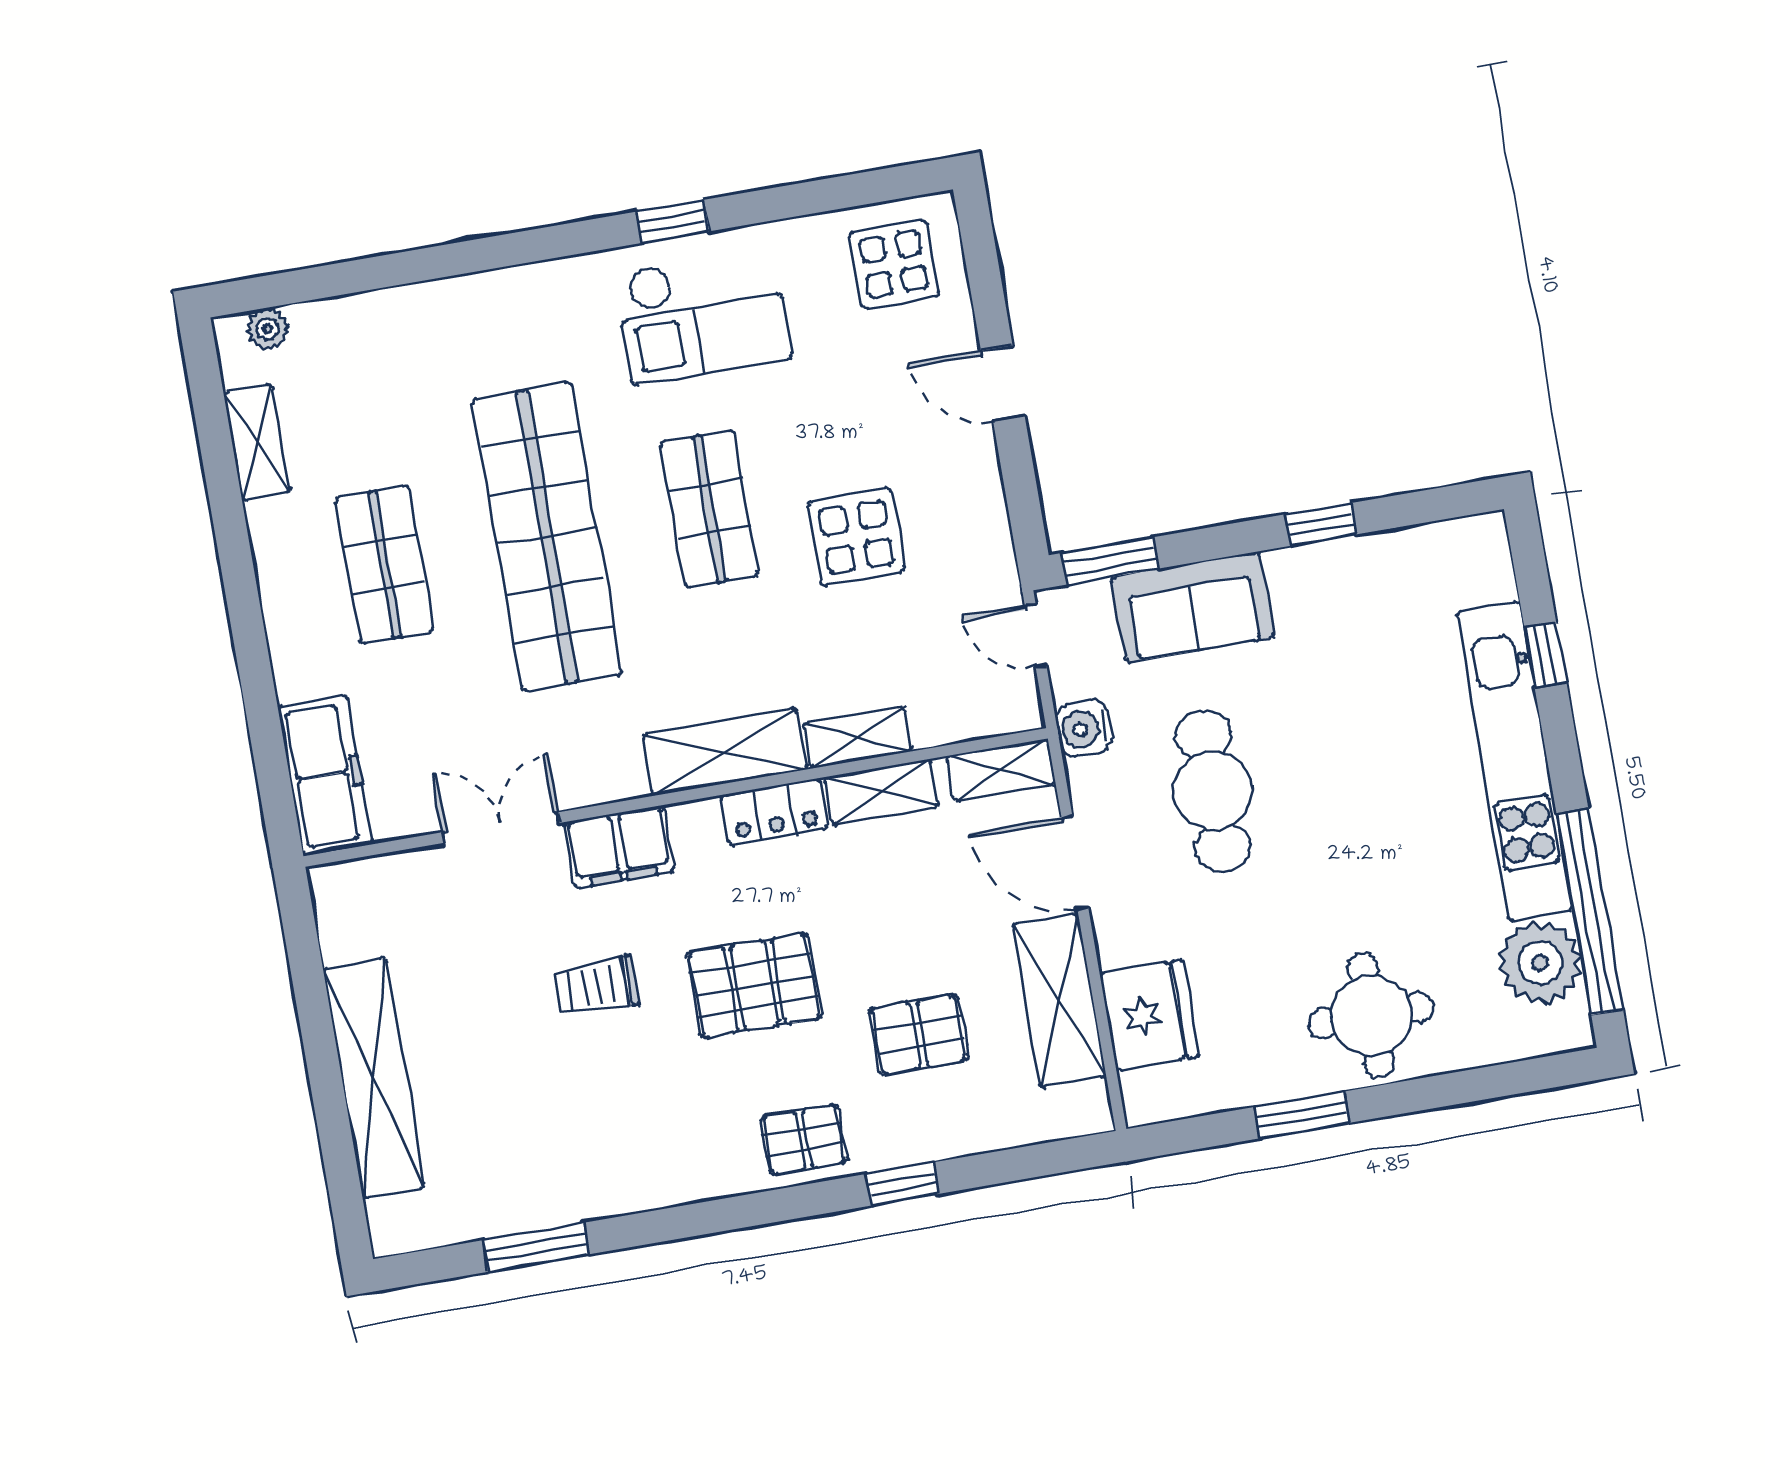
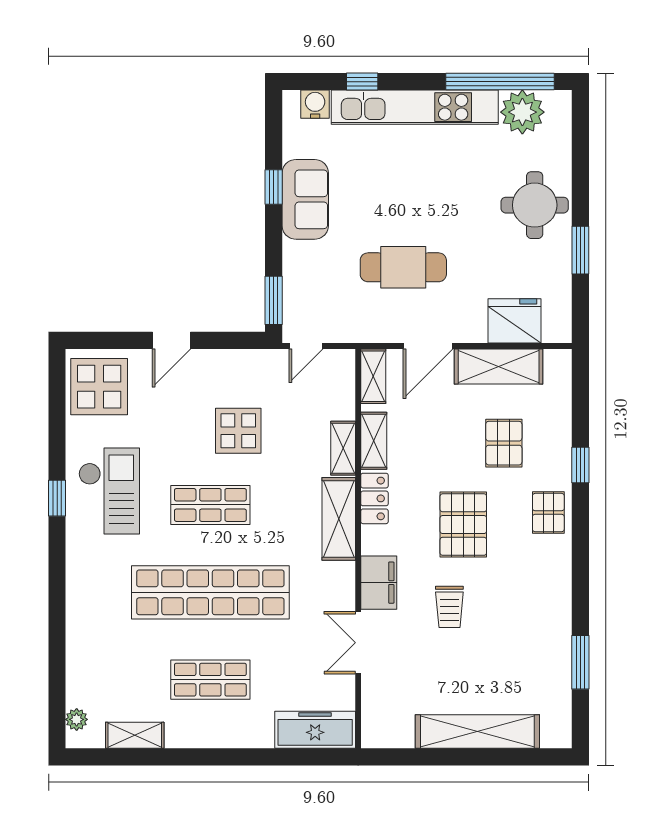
display table: (894, 264) -> (99, 387), width x1.36, depth x1.36
sofa: (1193, 607) -> (305, 199), moved
water cooler: (1084, 728) -> (315, 104), moved, turned 180

